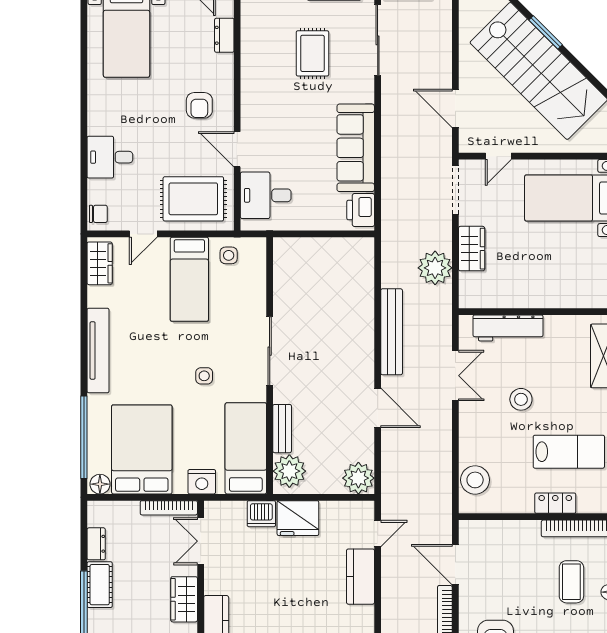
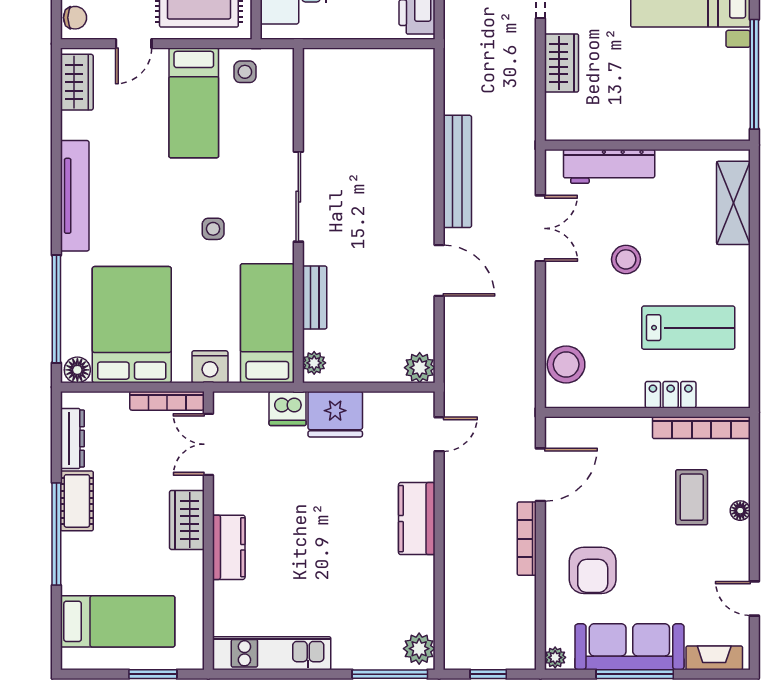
plant: (435, 268) -> (514, 88), removed
plant: (289, 471) -> (314, 363), width x0.53, depth x0.53
plant: (358, 478) -> (420, 368), width x0.73, depth x0.73
dresser: (96, 544) -> (72, 439), width x1.44
door: (455, 565) -> (540, 475), swing flipped
kitchen counter: (360, 577) -> (417, 519), moved

